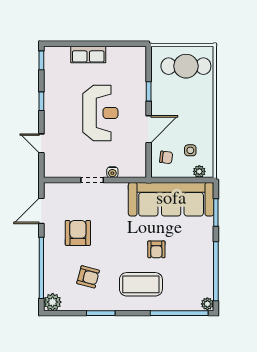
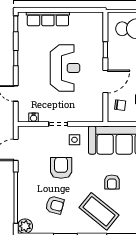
row of seats: (88, 54) -> (48, 19), width x1.48
water cooler: (112, 172) -> (34, 118), moved
side table: (112, 199) -> (74, 140), added
armchair: (78, 233) -> (61, 168), moved
coffee table: (141, 284) -> (99, 211), turned 39

